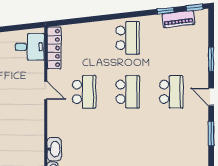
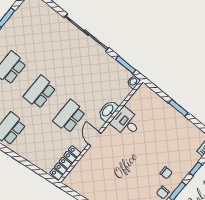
desk: (30, 47) -> (126, 122), moved
washbasin: (54, 149) -> (108, 111), moved

